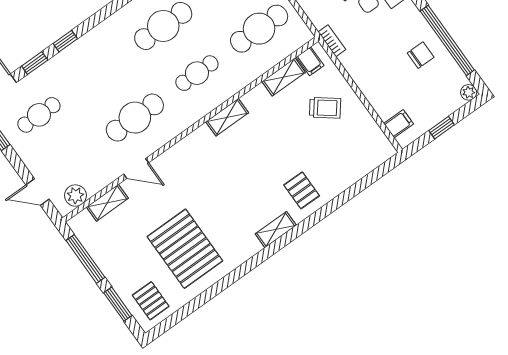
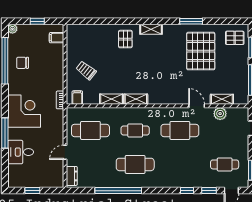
shelving: (284, 77) -> (111, 99), moved
plant: (75, 196) -> (220, 114), moved
window: (228, 281) -> (191, 21), added
pallet: (151, 301) -> (235, 38), turned 90

